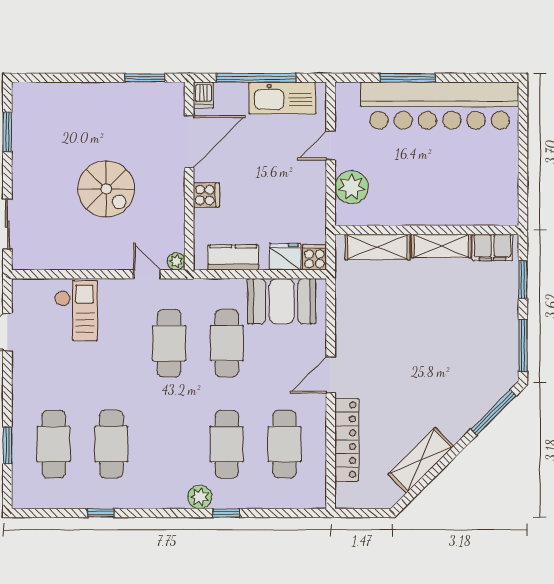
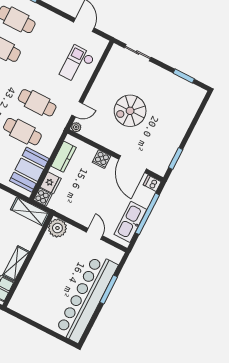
plant: (351, 187) -> (57, 228), moved
shelving: (378, 247) -> (30, 212), moved, turned 90
checkout: (76, 310) -> (77, 65), turned 90

